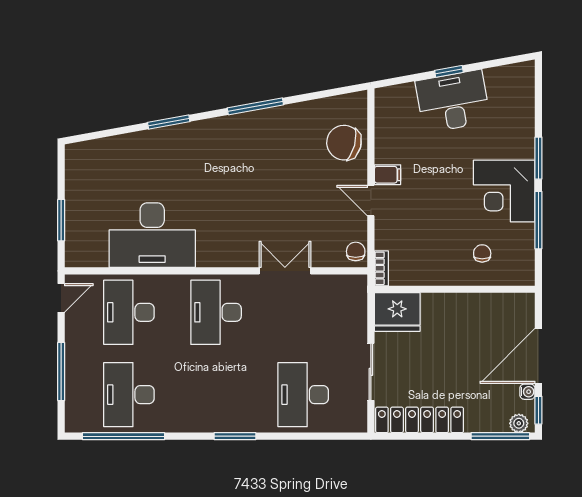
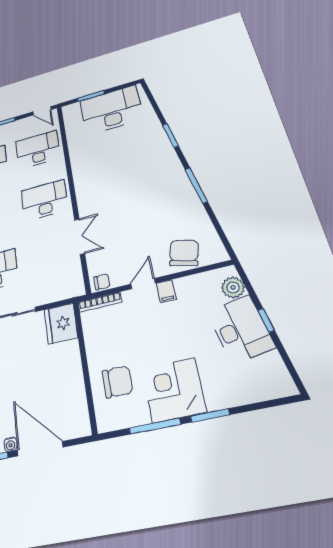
plant: (402, 97) -> (233, 287), added
desk: (152, 235) -> (111, 110), moved, turned 90
chair: (482, 253) -> (117, 382), width x1.87, depth x1.87
bookcase: (381, 268) -> (100, 302), width x1.56

